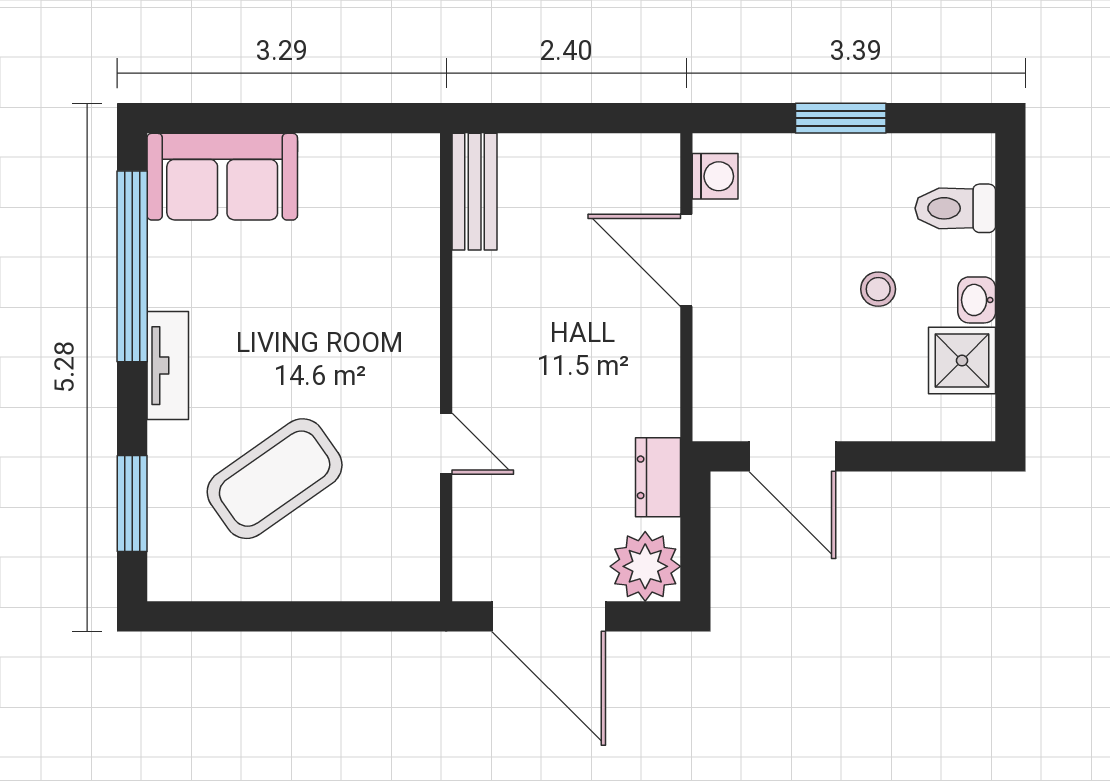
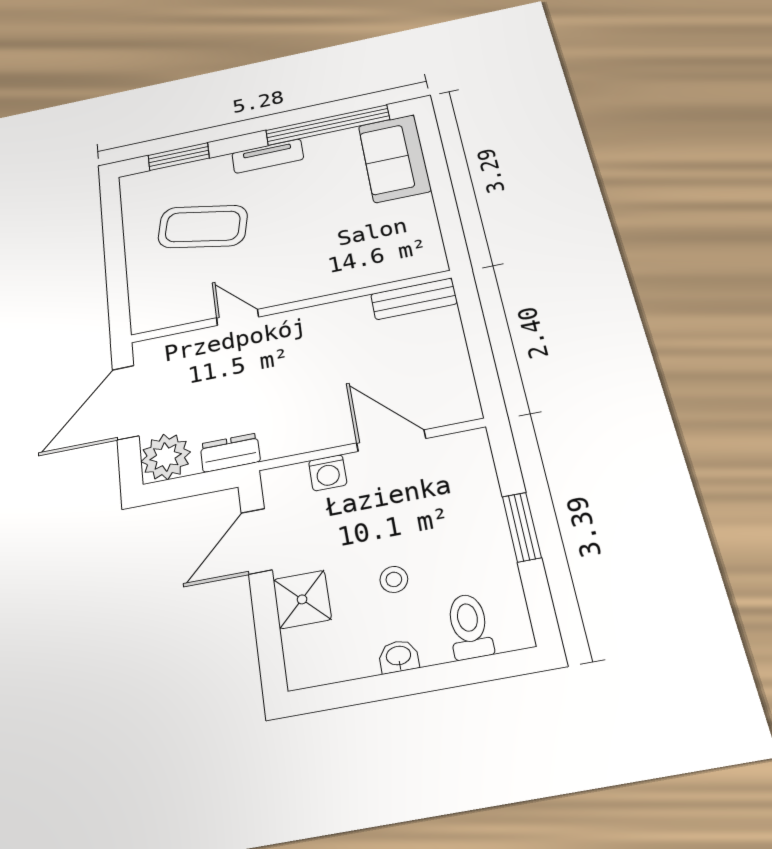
washing machine: (715, 176) -> (328, 473), moved
door: (686, 260) -> (391, 441), hinge flipped
shower: (962, 361) -> (302, 599), moved
door: (446, 444) -> (238, 317), swing flipped
coffee table: (275, 479) -> (203, 227), turned -43

